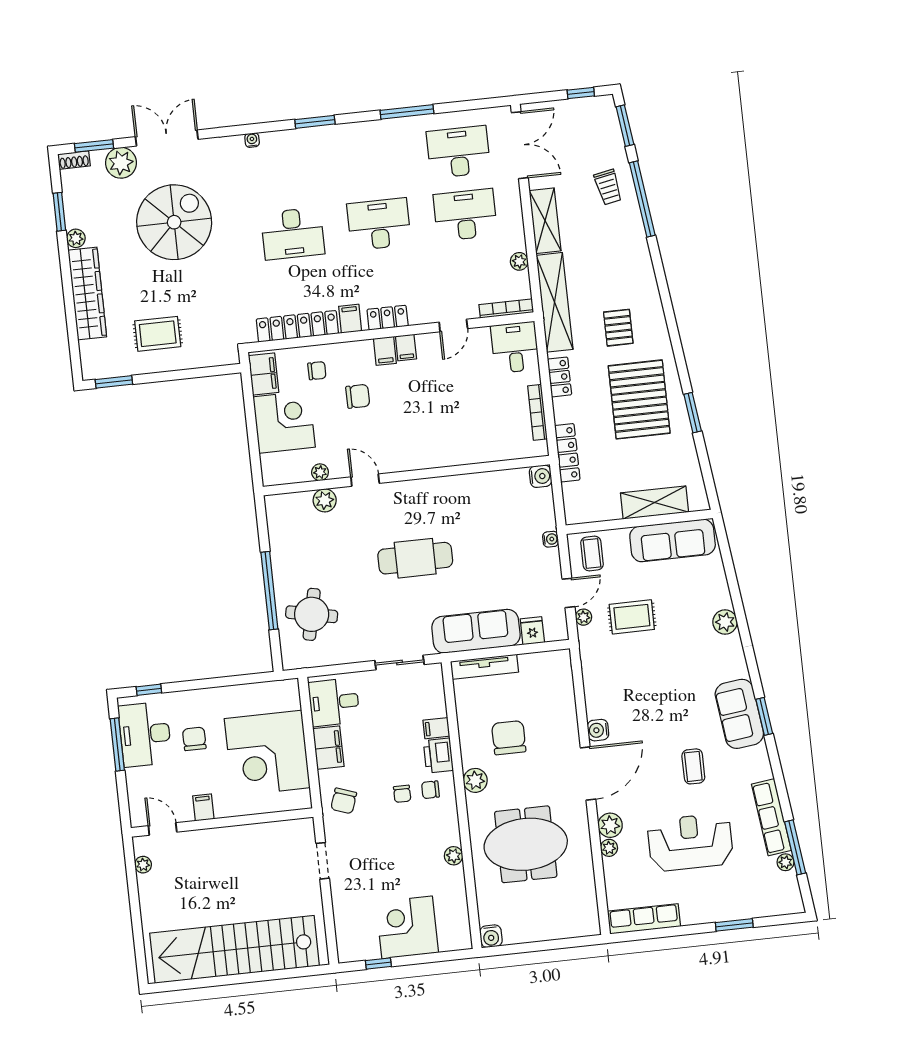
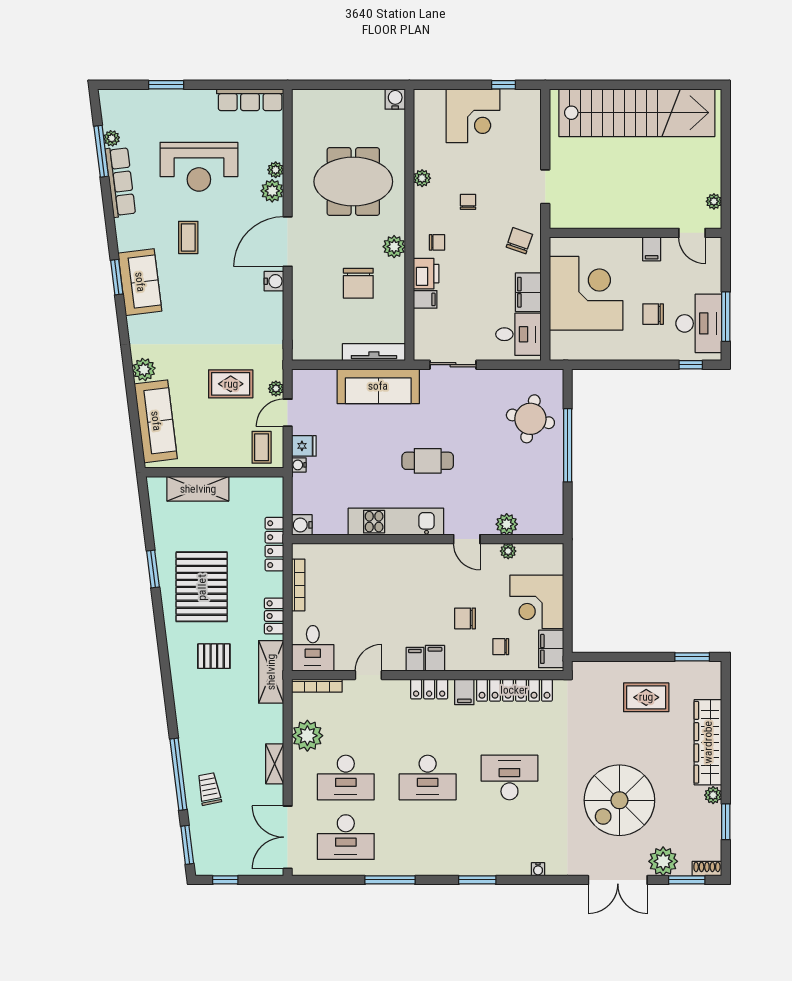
shelving: (545, 221) -> (275, 764), width x0.67, depth x0.75
plant: (519, 261) -> (307, 736), width x1.87, depth x1.87
shelving: (555, 302) -> (271, 672), width x0.68
pallet: (618, 328) -> (214, 656), turned 90
kitchen unit: (442, 490) -> (396, 522), added
sofa: (673, 540) -> (156, 421), moved, turned 83
cafe table: (415, 558) -> (428, 461), width x0.73, depth x0.74
fridge: (532, 631) -> (304, 446), moved, turned -90
chair: (194, 739) -> (653, 314), turned 90
chair: (402, 794) -> (468, 202), moved

